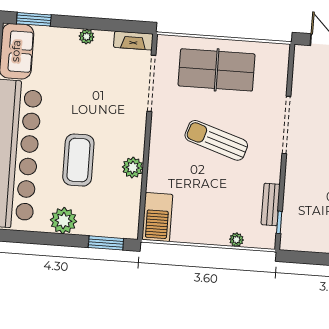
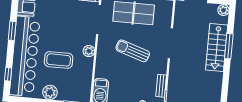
coffee table: (78, 160) -> (59, 60), turned 90
plant: (133, 168) -> (89, 51), moved

